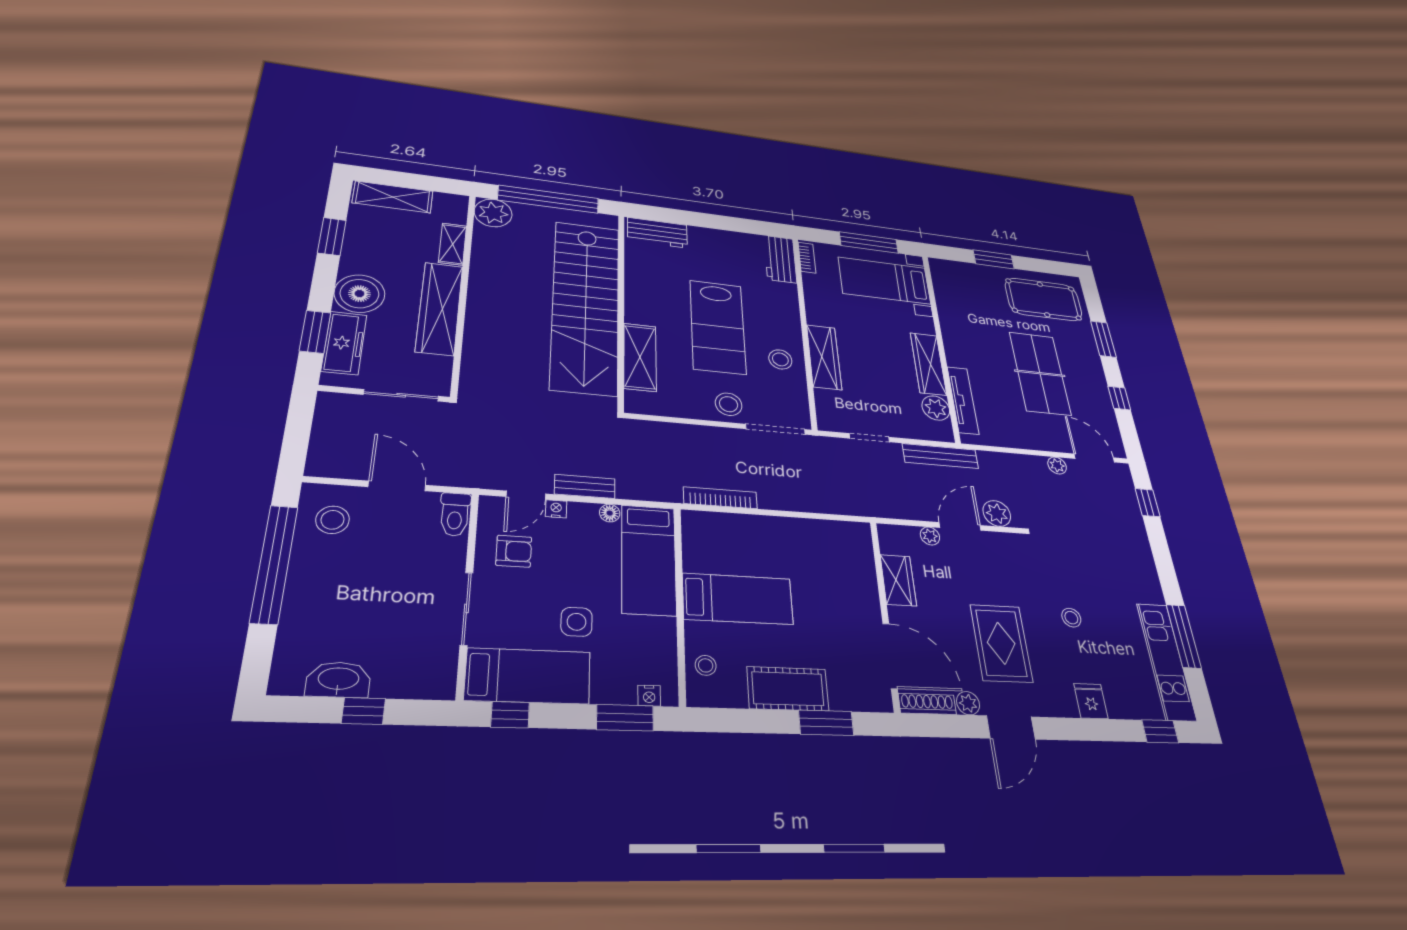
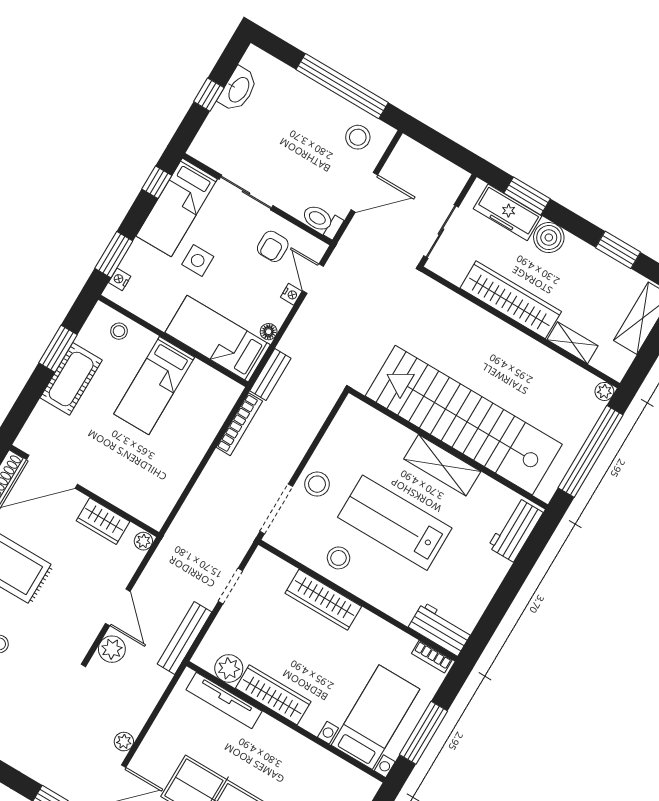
plant: (493, 213) -> (604, 391), width x0.53, depth x0.53
boiler: (360, 294) -> (549, 238), width x0.73, depth x0.73
shelving: (640, 357) -> (442, 465), moved
bench: (585, 486) -> (270, 375), moved
plant: (930, 536) -> (143, 541), moved
window: (826, 723) -> (58, 349), moved

